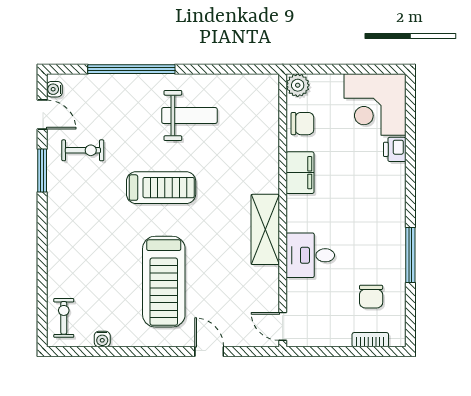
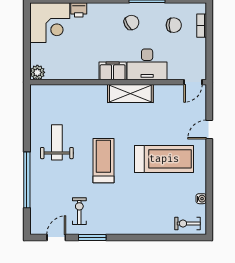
water cooler: (54, 89) -> (40, 230), removed
chair: (302, 124) -> (131, 22), moved, turned 62
filing cabinet: (300, 173) -> (113, 71), moved
desk: (310, 255) -> (147, 64), width x1.37

